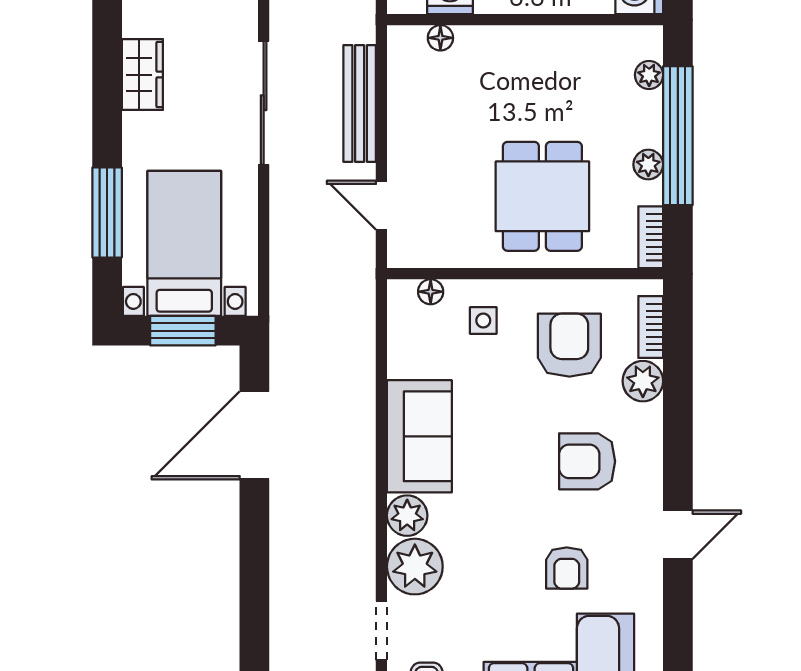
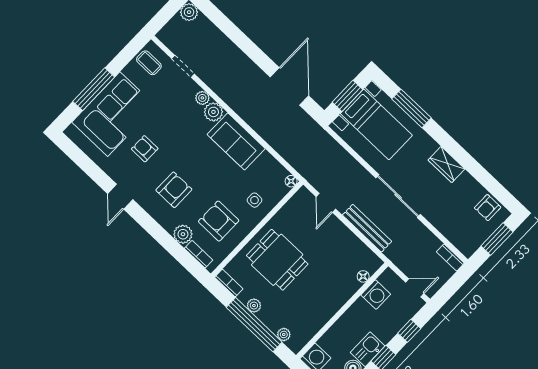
door: (381, 205) -> (326, 203), swing flipped
floor lamp: (431, 292) -> (291, 181), moved
armchair: (569, 345) -> (219, 221), turned 180
plant: (415, 567) -> (202, 98), width x0.53, depth x0.53

